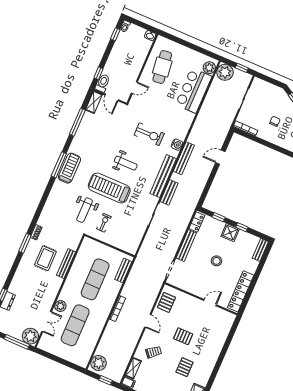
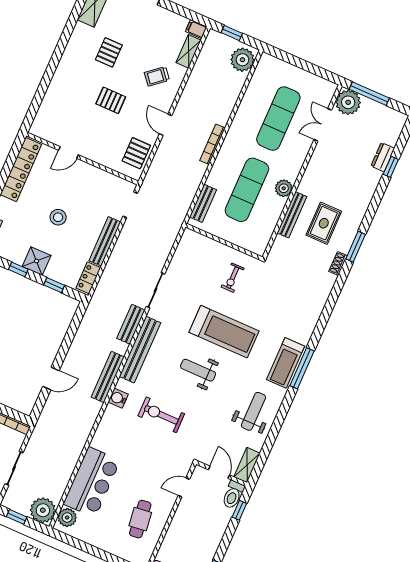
cafe table: (162, 67) -> (140, 519), width x0.73, depth x0.74
window: (77, 122) -> (273, 434), removed
weight bench: (85, 210) -> (254, 411), moved
plant: (60, 306) -> (284, 188), moved

